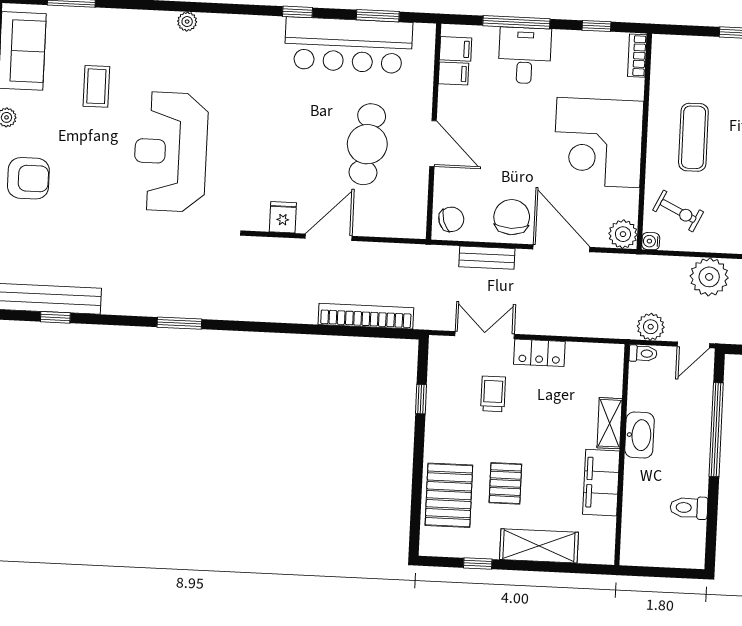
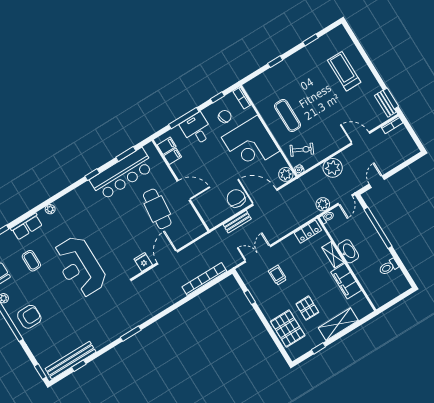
row of seats: (128, 24) -> (27, 226), added
chair: (451, 219) -> (225, 116), moved
locker: (539, 353) -> (308, 232), moved

